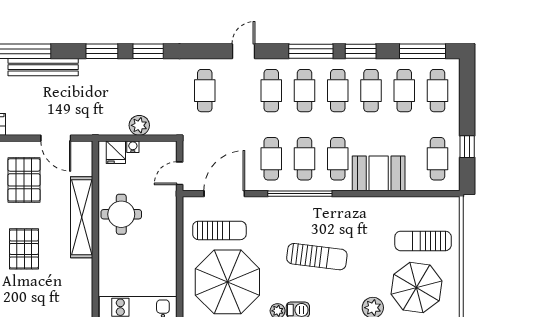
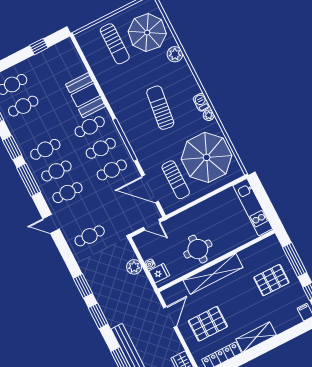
cafe table: (371, 91) -> (34, 128), removed
cafe table: (437, 159) -> (56, 62), removed
sun lounger: (219, 230) -> (176, 180), turned 180
pallet: (24, 249) -> (271, 280), moved

